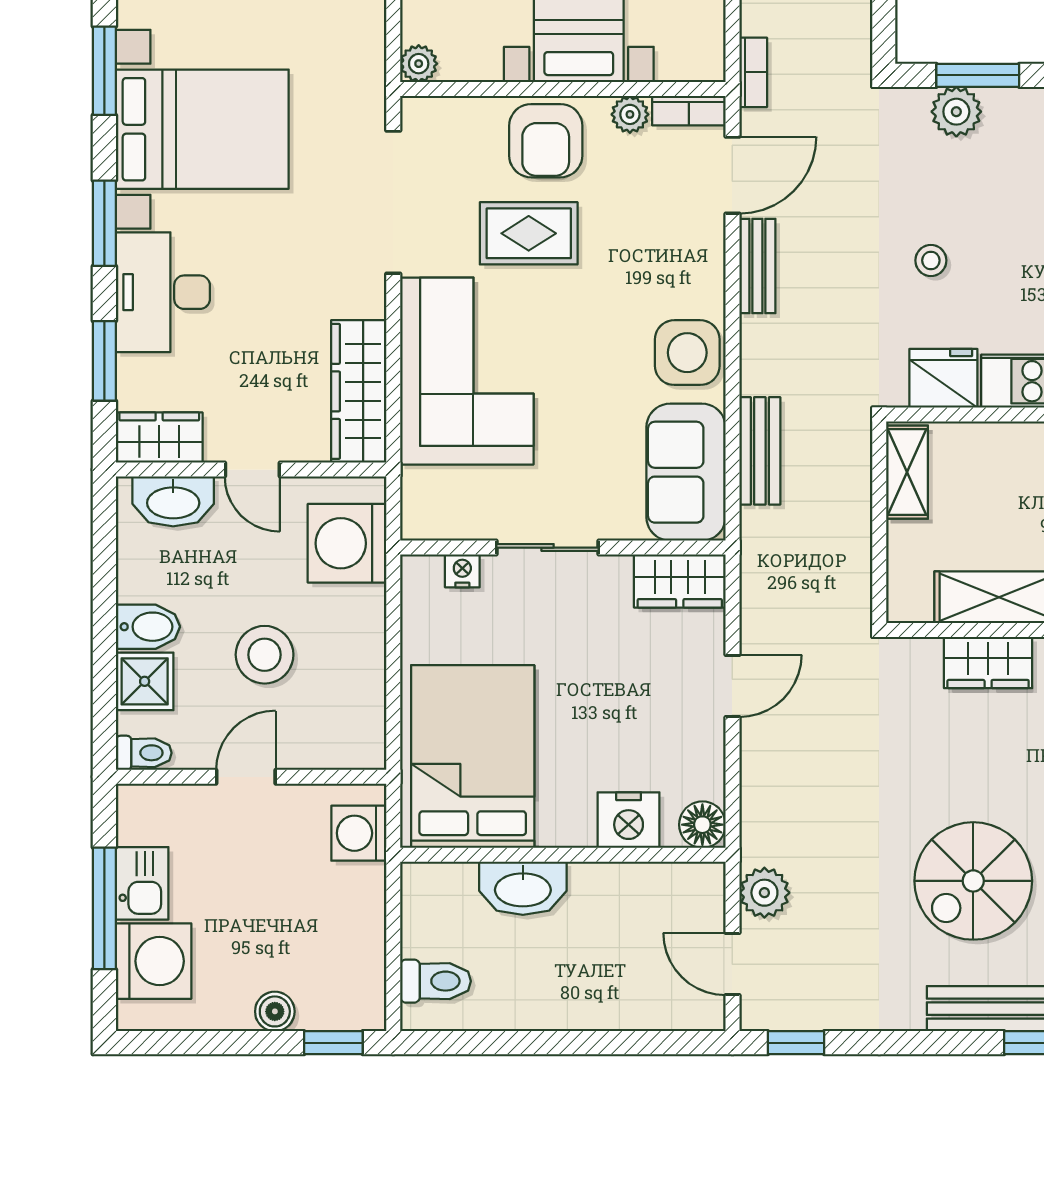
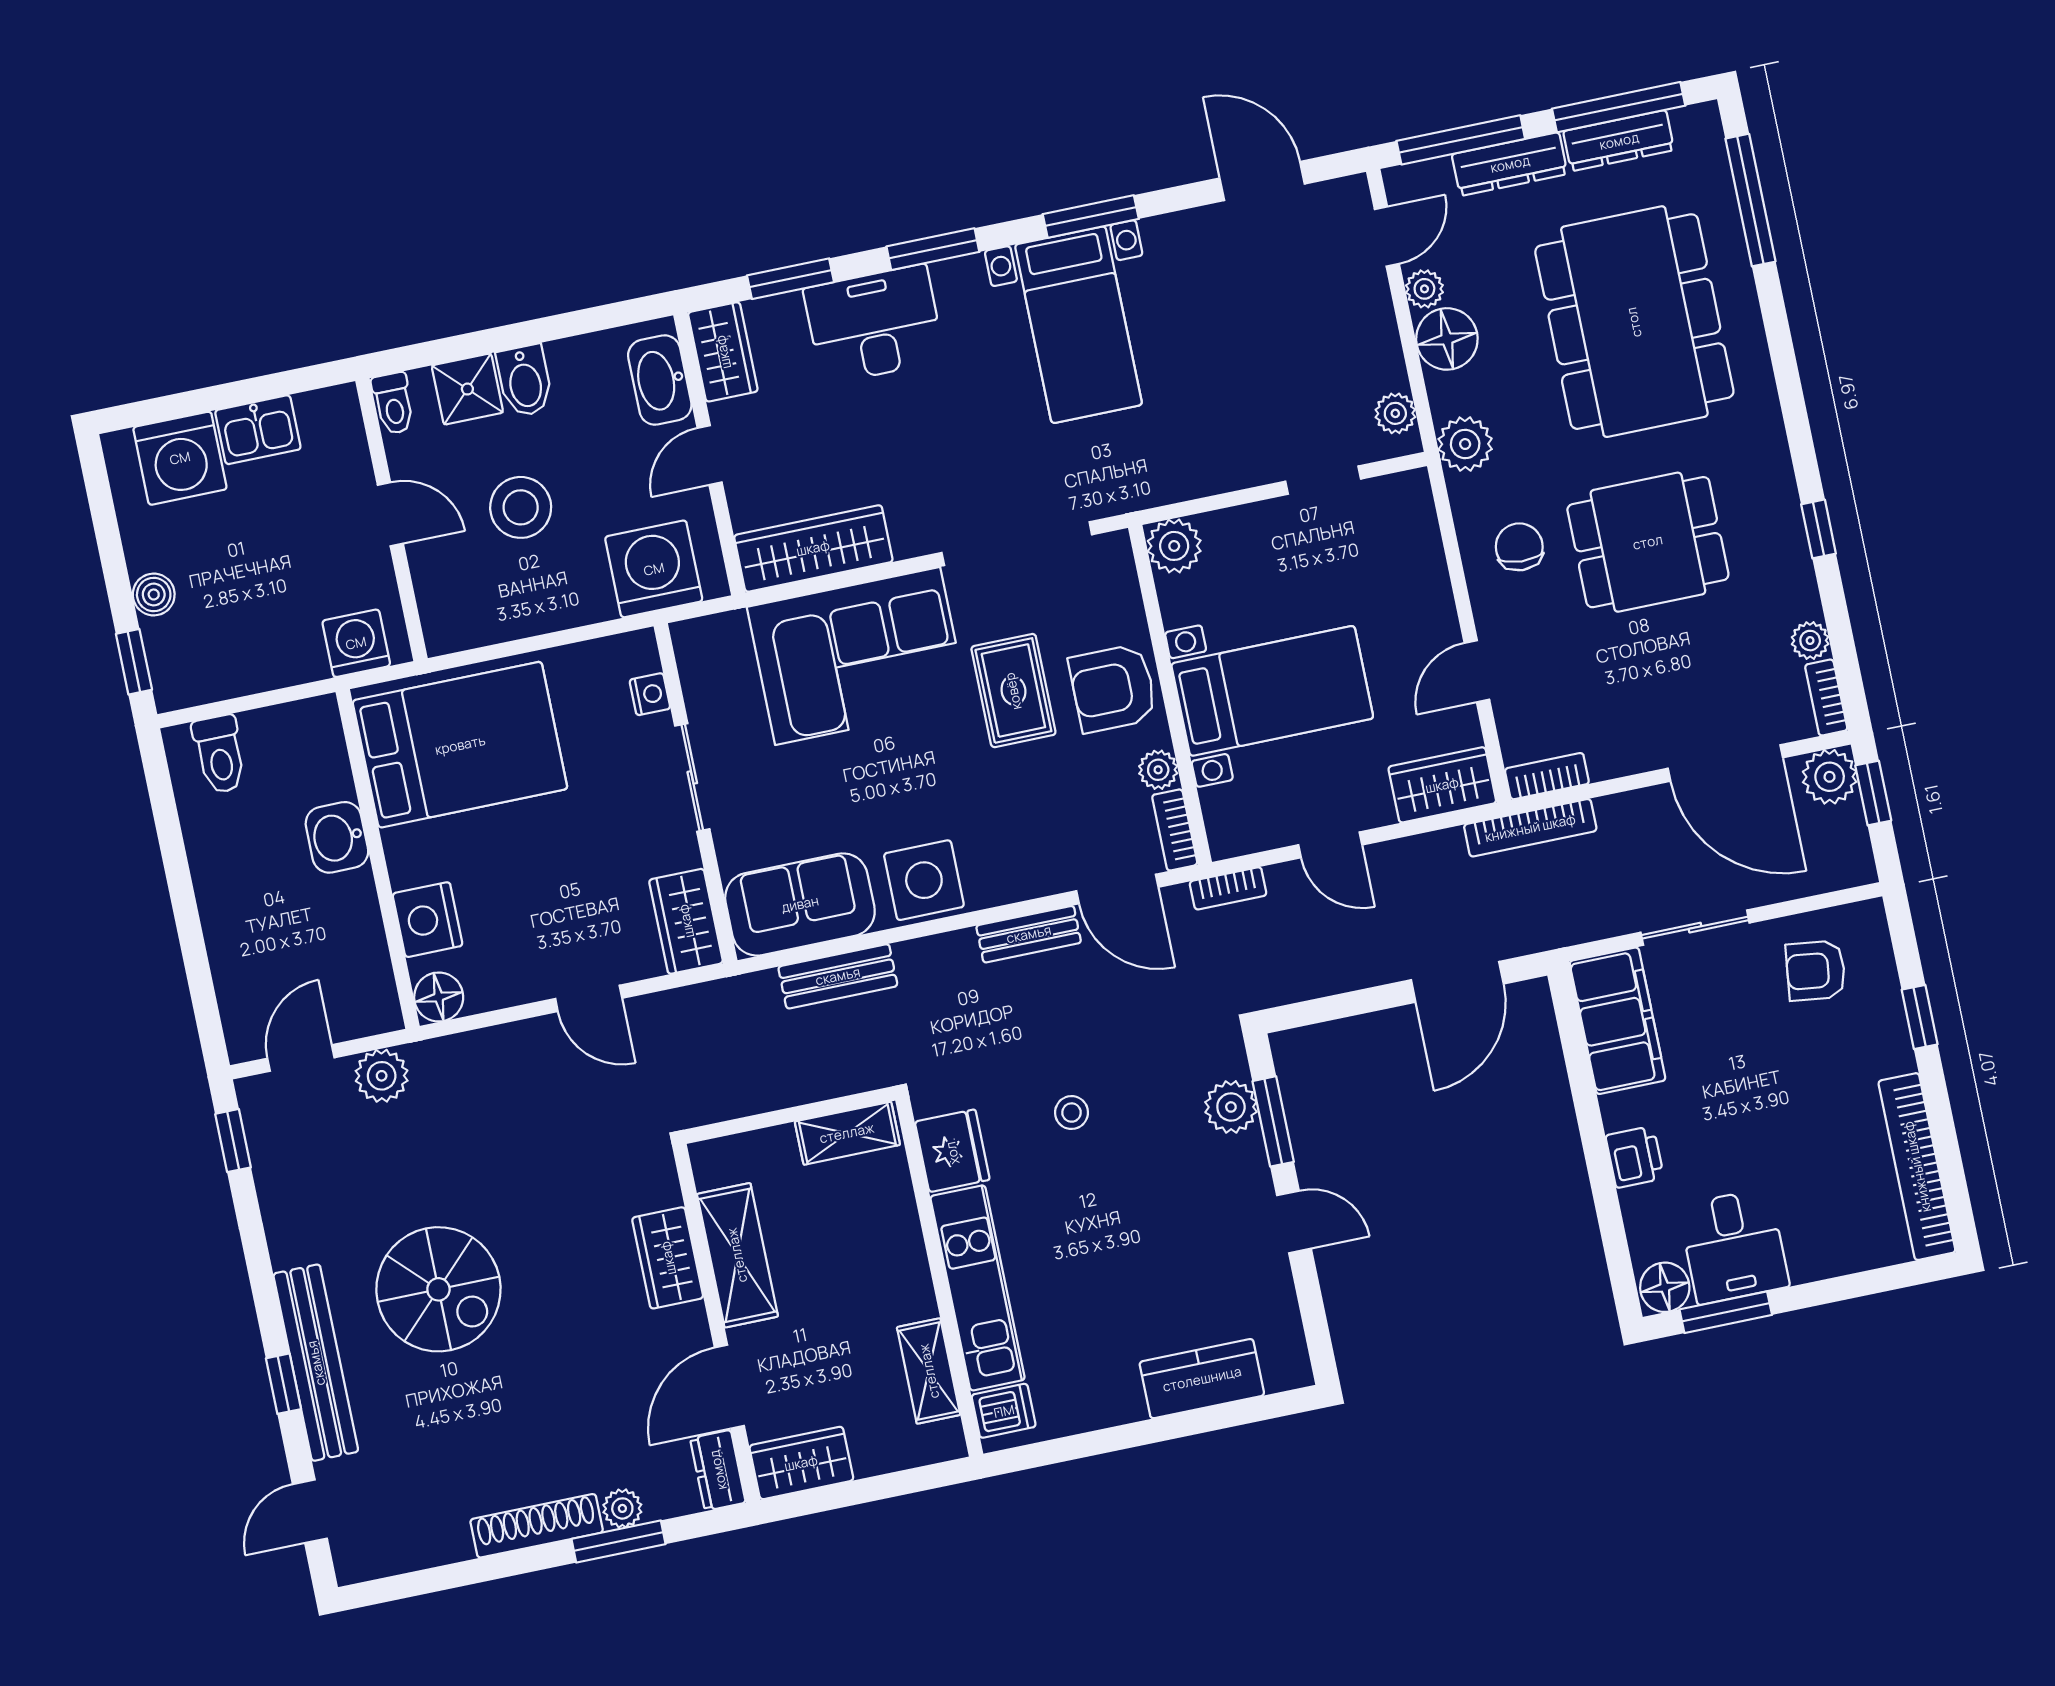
plant: (419, 64) -> (1174, 546), width x1.38, depth x1.38
bed with nightstands: (202, 129) -> (1078, 325), width x0.73
spiral stairs: (973, 881) -> (438, 1289), turned 180
washbasin: (523, 888) -> (337, 837), width x0.72
window: (104, 908) -> (224, 396), removed

